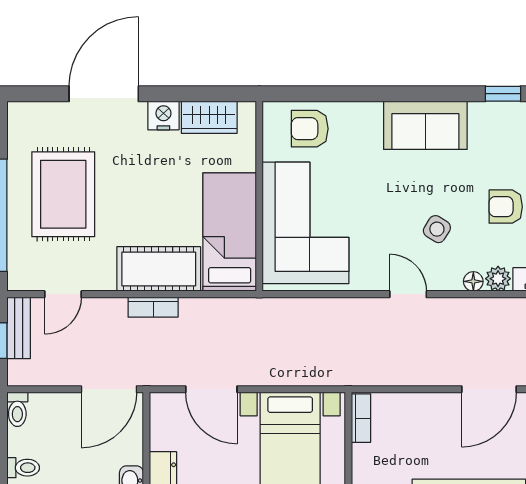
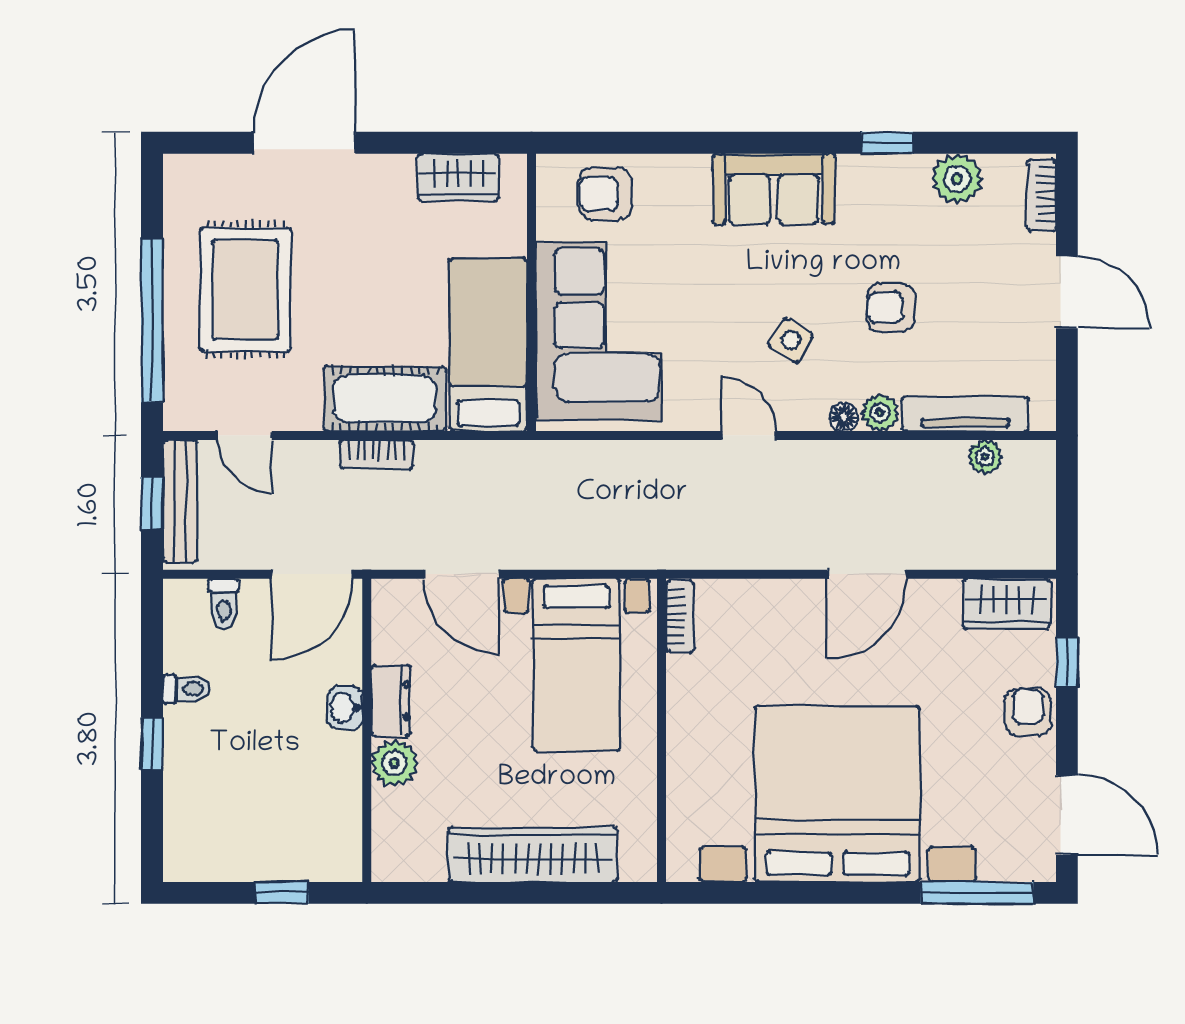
nightstand: (163, 116) -> (392, 175), removed
door: (63, 294) -> (245, 435), hinge flipped
bench: (19, 328) -> (180, 501), width x1.36
toilet: (17, 409) -> (224, 604), moved

